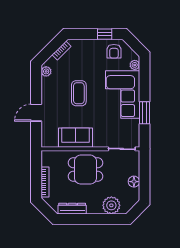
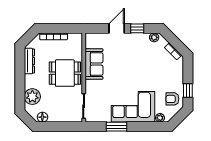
window: (36, 90) -> (137, 28), added
coffee table: (79, 93) -> (134, 67), removed
door: (36, 113) -> (117, 28), hinge flipped
dining table: (85, 170) -> (65, 73), turned 90
floor lamp: (134, 182) -> (42, 117), moved

